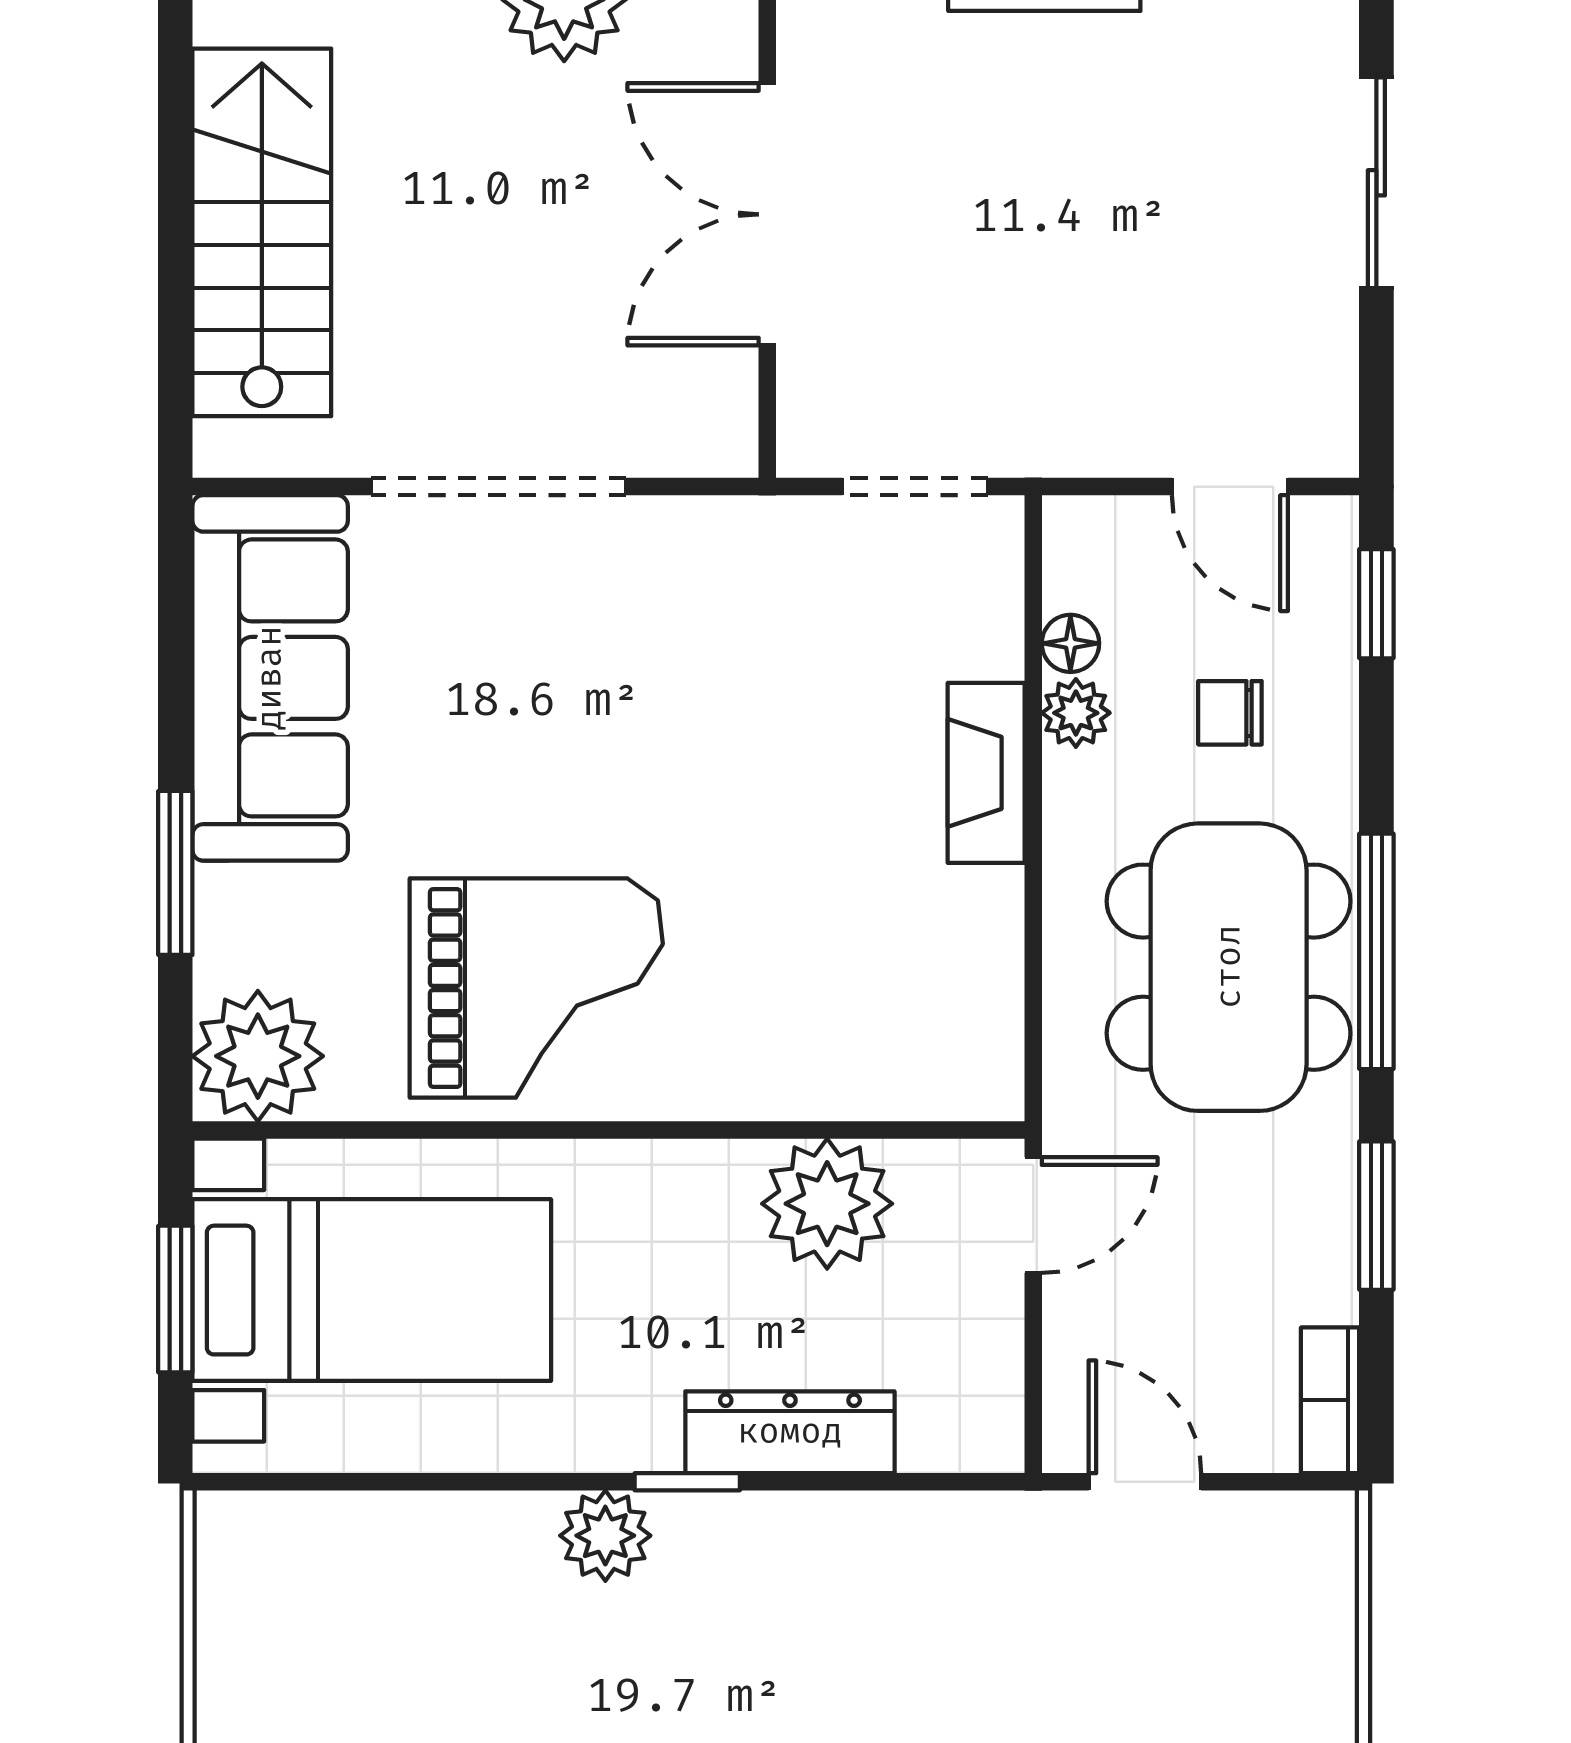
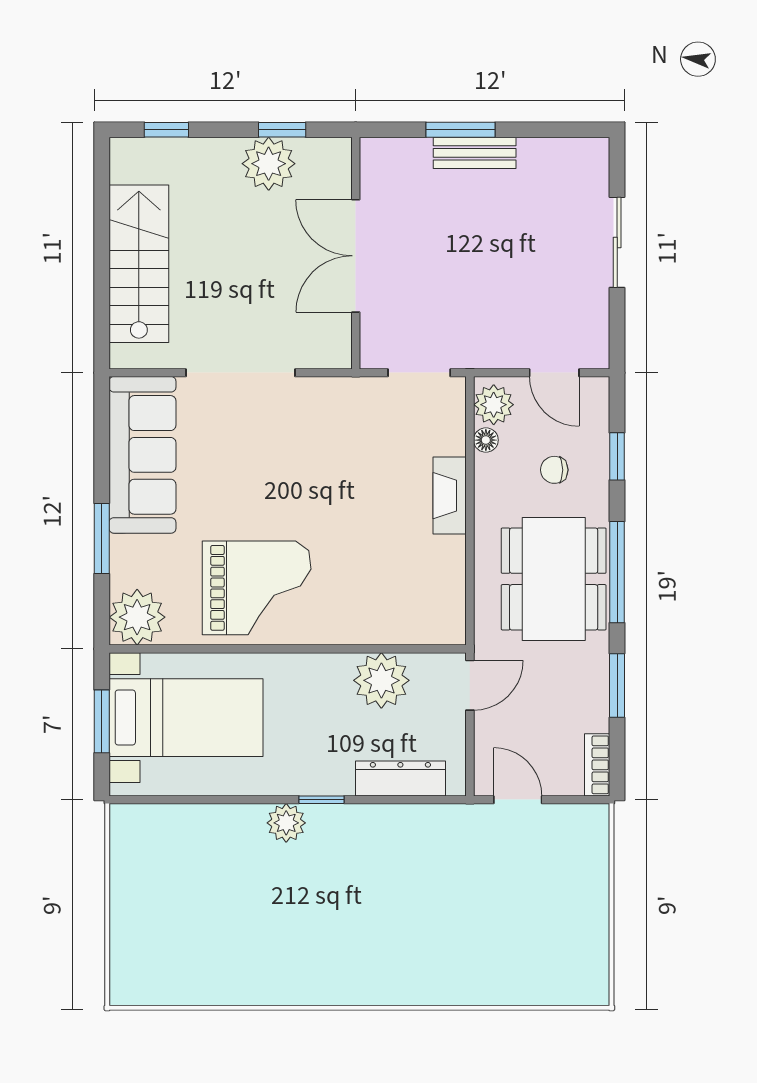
window: (1376, 604) -> (617, 456), moved
plant: (1076, 713) -> (494, 405), moved, width x1.38, depth x1.38
dresser: (790, 1432) -> (400, 778), moved

